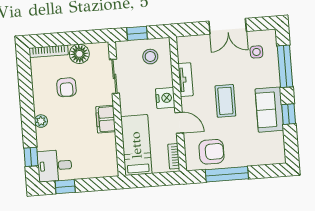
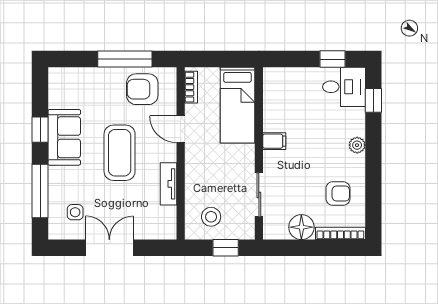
armchair: (66, 87) -> (338, 193), moved, turned 90
nightstand: (165, 98) -> (196, 162), removed
coffee table: (225, 101) -> (120, 153), width x1.36, depth x1.32
filing cabinet: (106, 119) -> (274, 141), width x0.50

